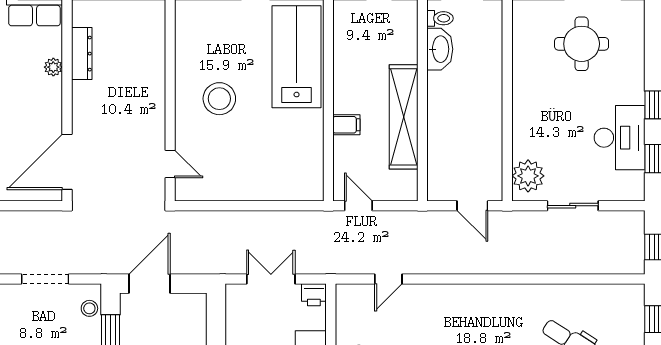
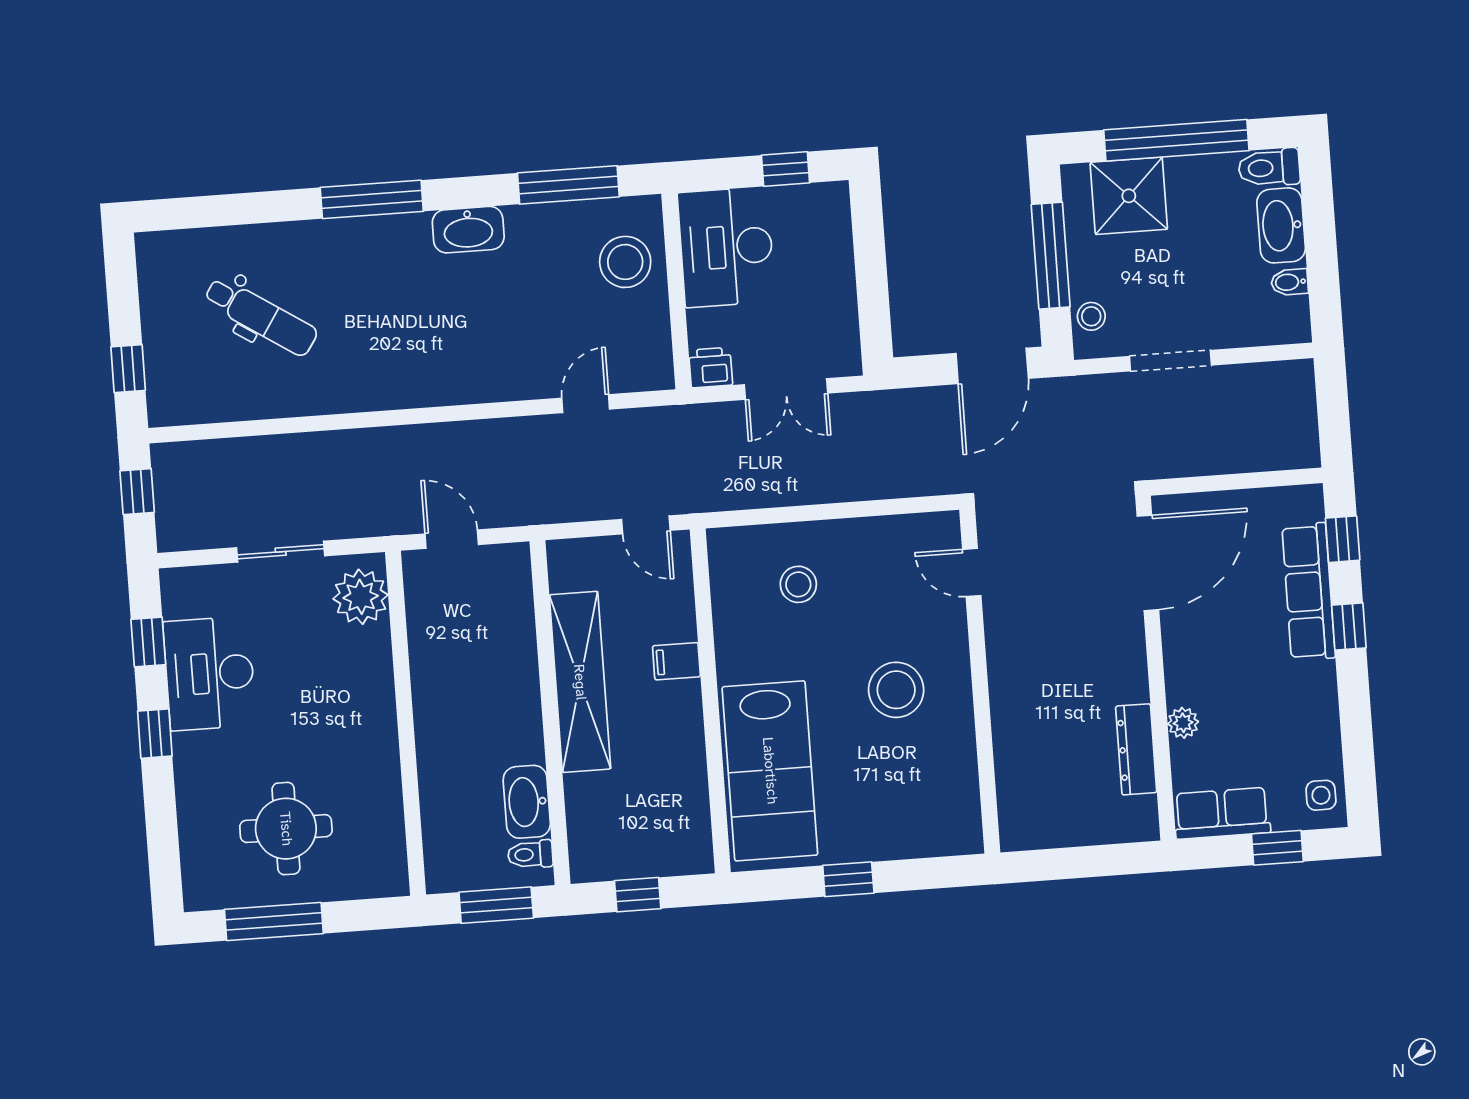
stool: (272, 164) -> (798, 584), added

